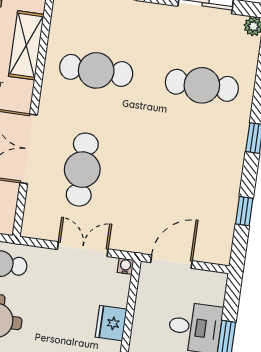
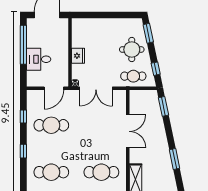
cafe table: (82, 170) -> (51, 125), moved, turned 90
double door: (83, 249) -> (96, 88), width x1.37

